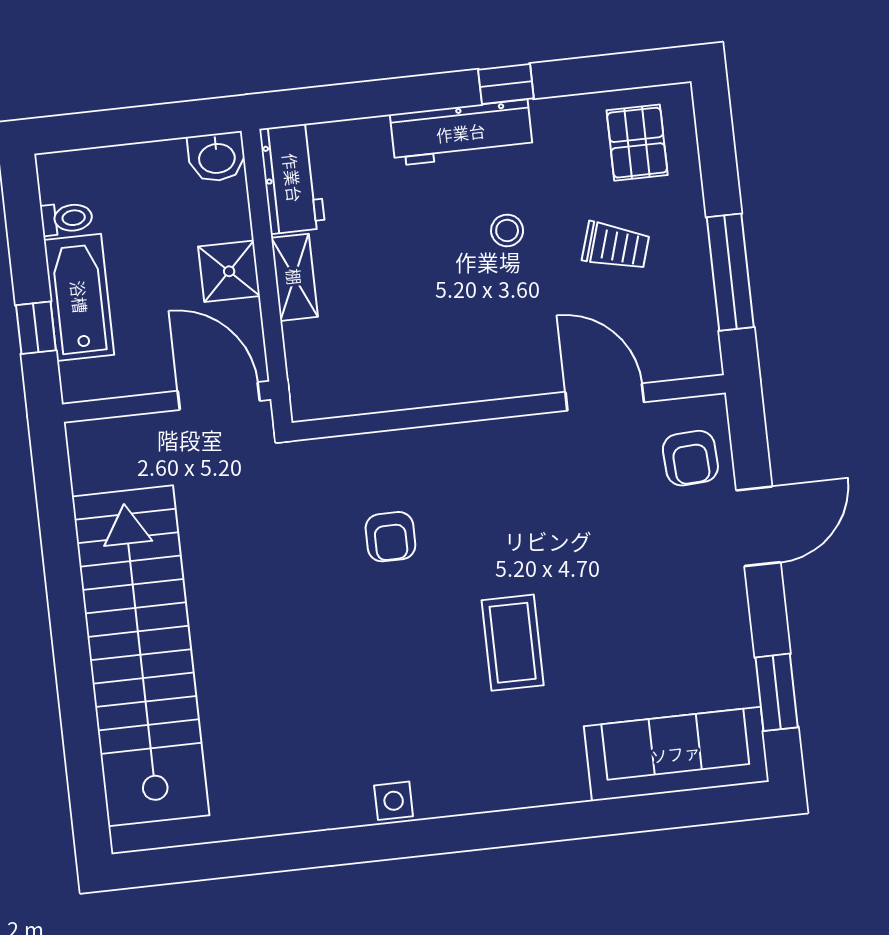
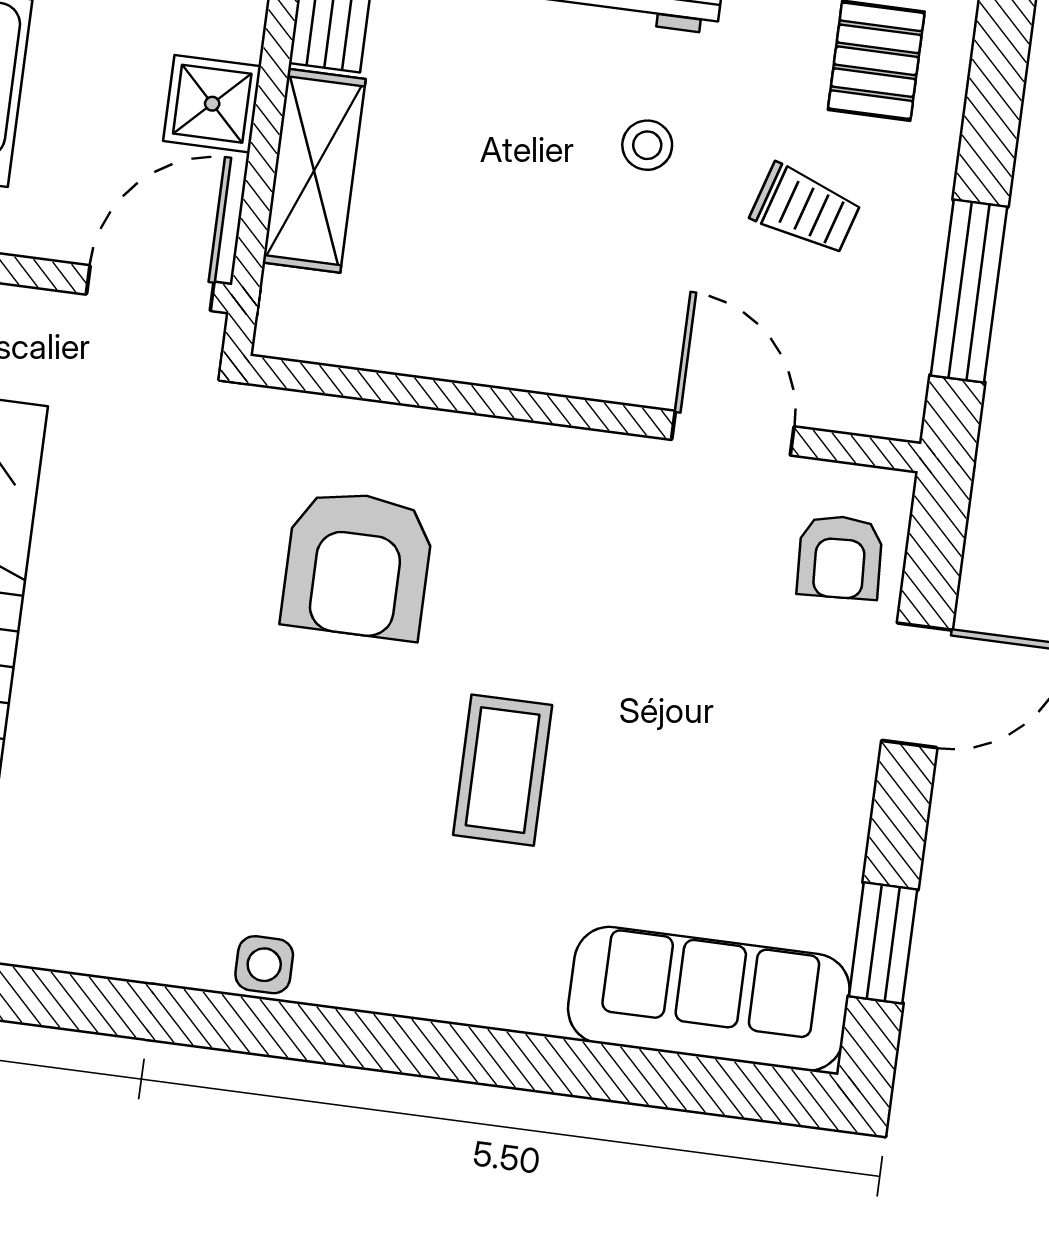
shelving: (294, 277) -> (314, 171), width x1.50, depth x1.33
door: (219, 396) -> (150, 288), hinge flipped
armchair: (390, 537) -> (357, 565), width x1.88, depth x1.88

